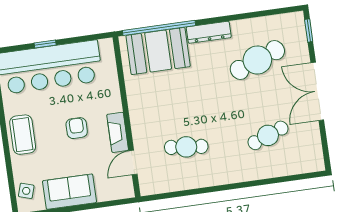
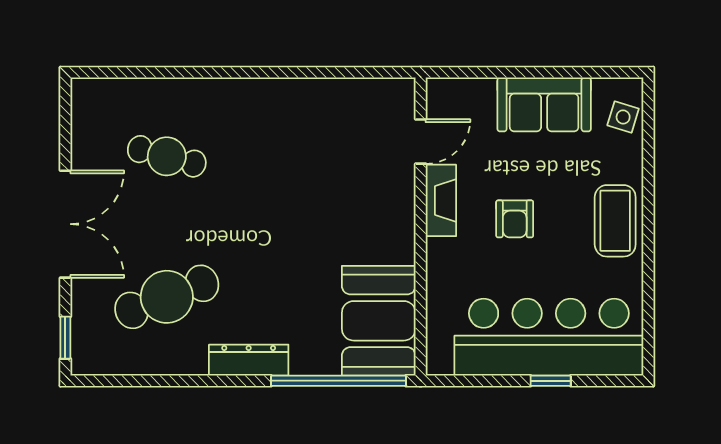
booth: (158, 51) -> (379, 321), moved, turned 90
cafe table: (268, 135) -> (167, 156), turned 36
cafe table: (186, 147) -> (319, 156), removed

